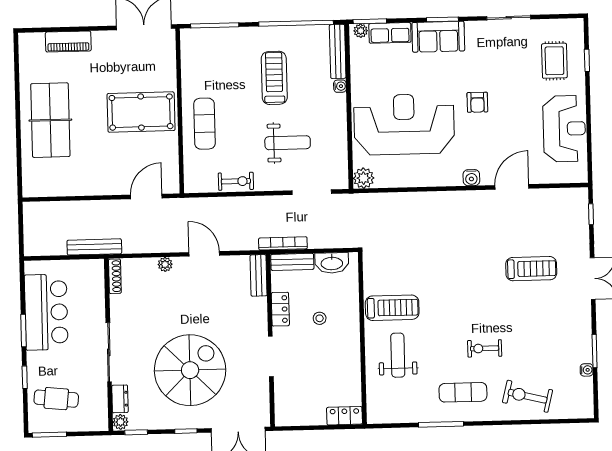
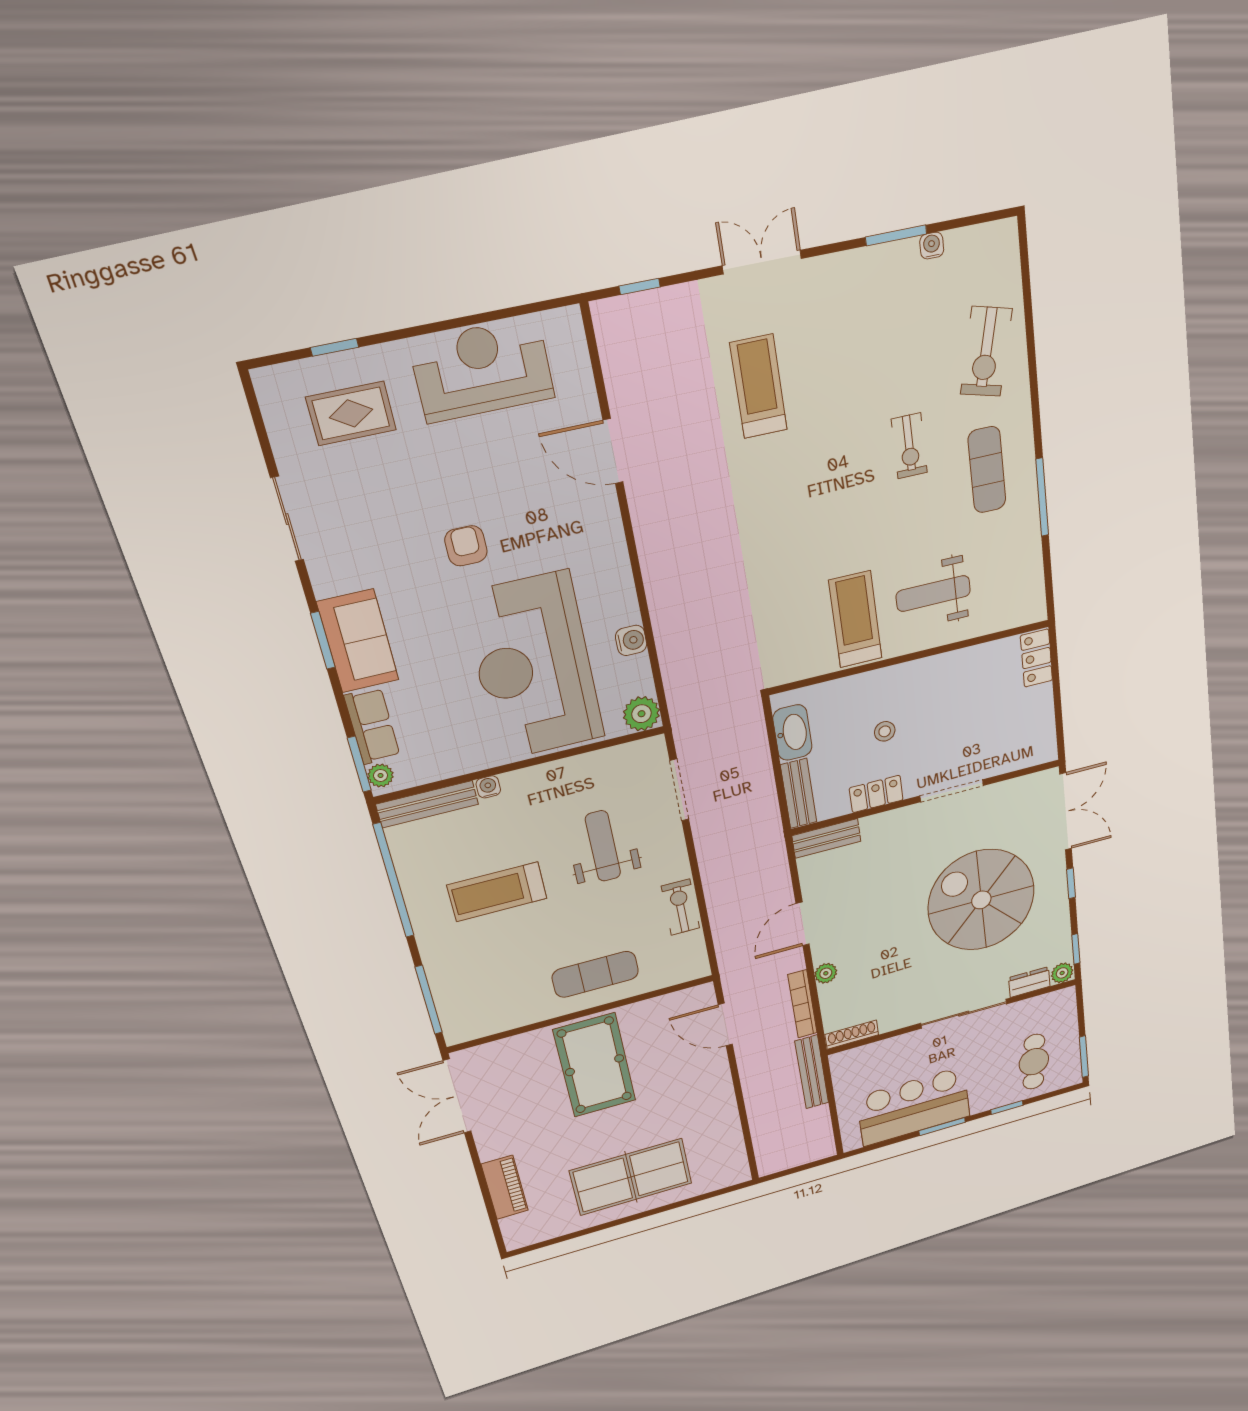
armchair: (477, 102) -> (466, 546), turned -90
water cooler: (471, 178) -> (631, 640), moved
bookcase: (283, 243) -> (802, 1004), moved

